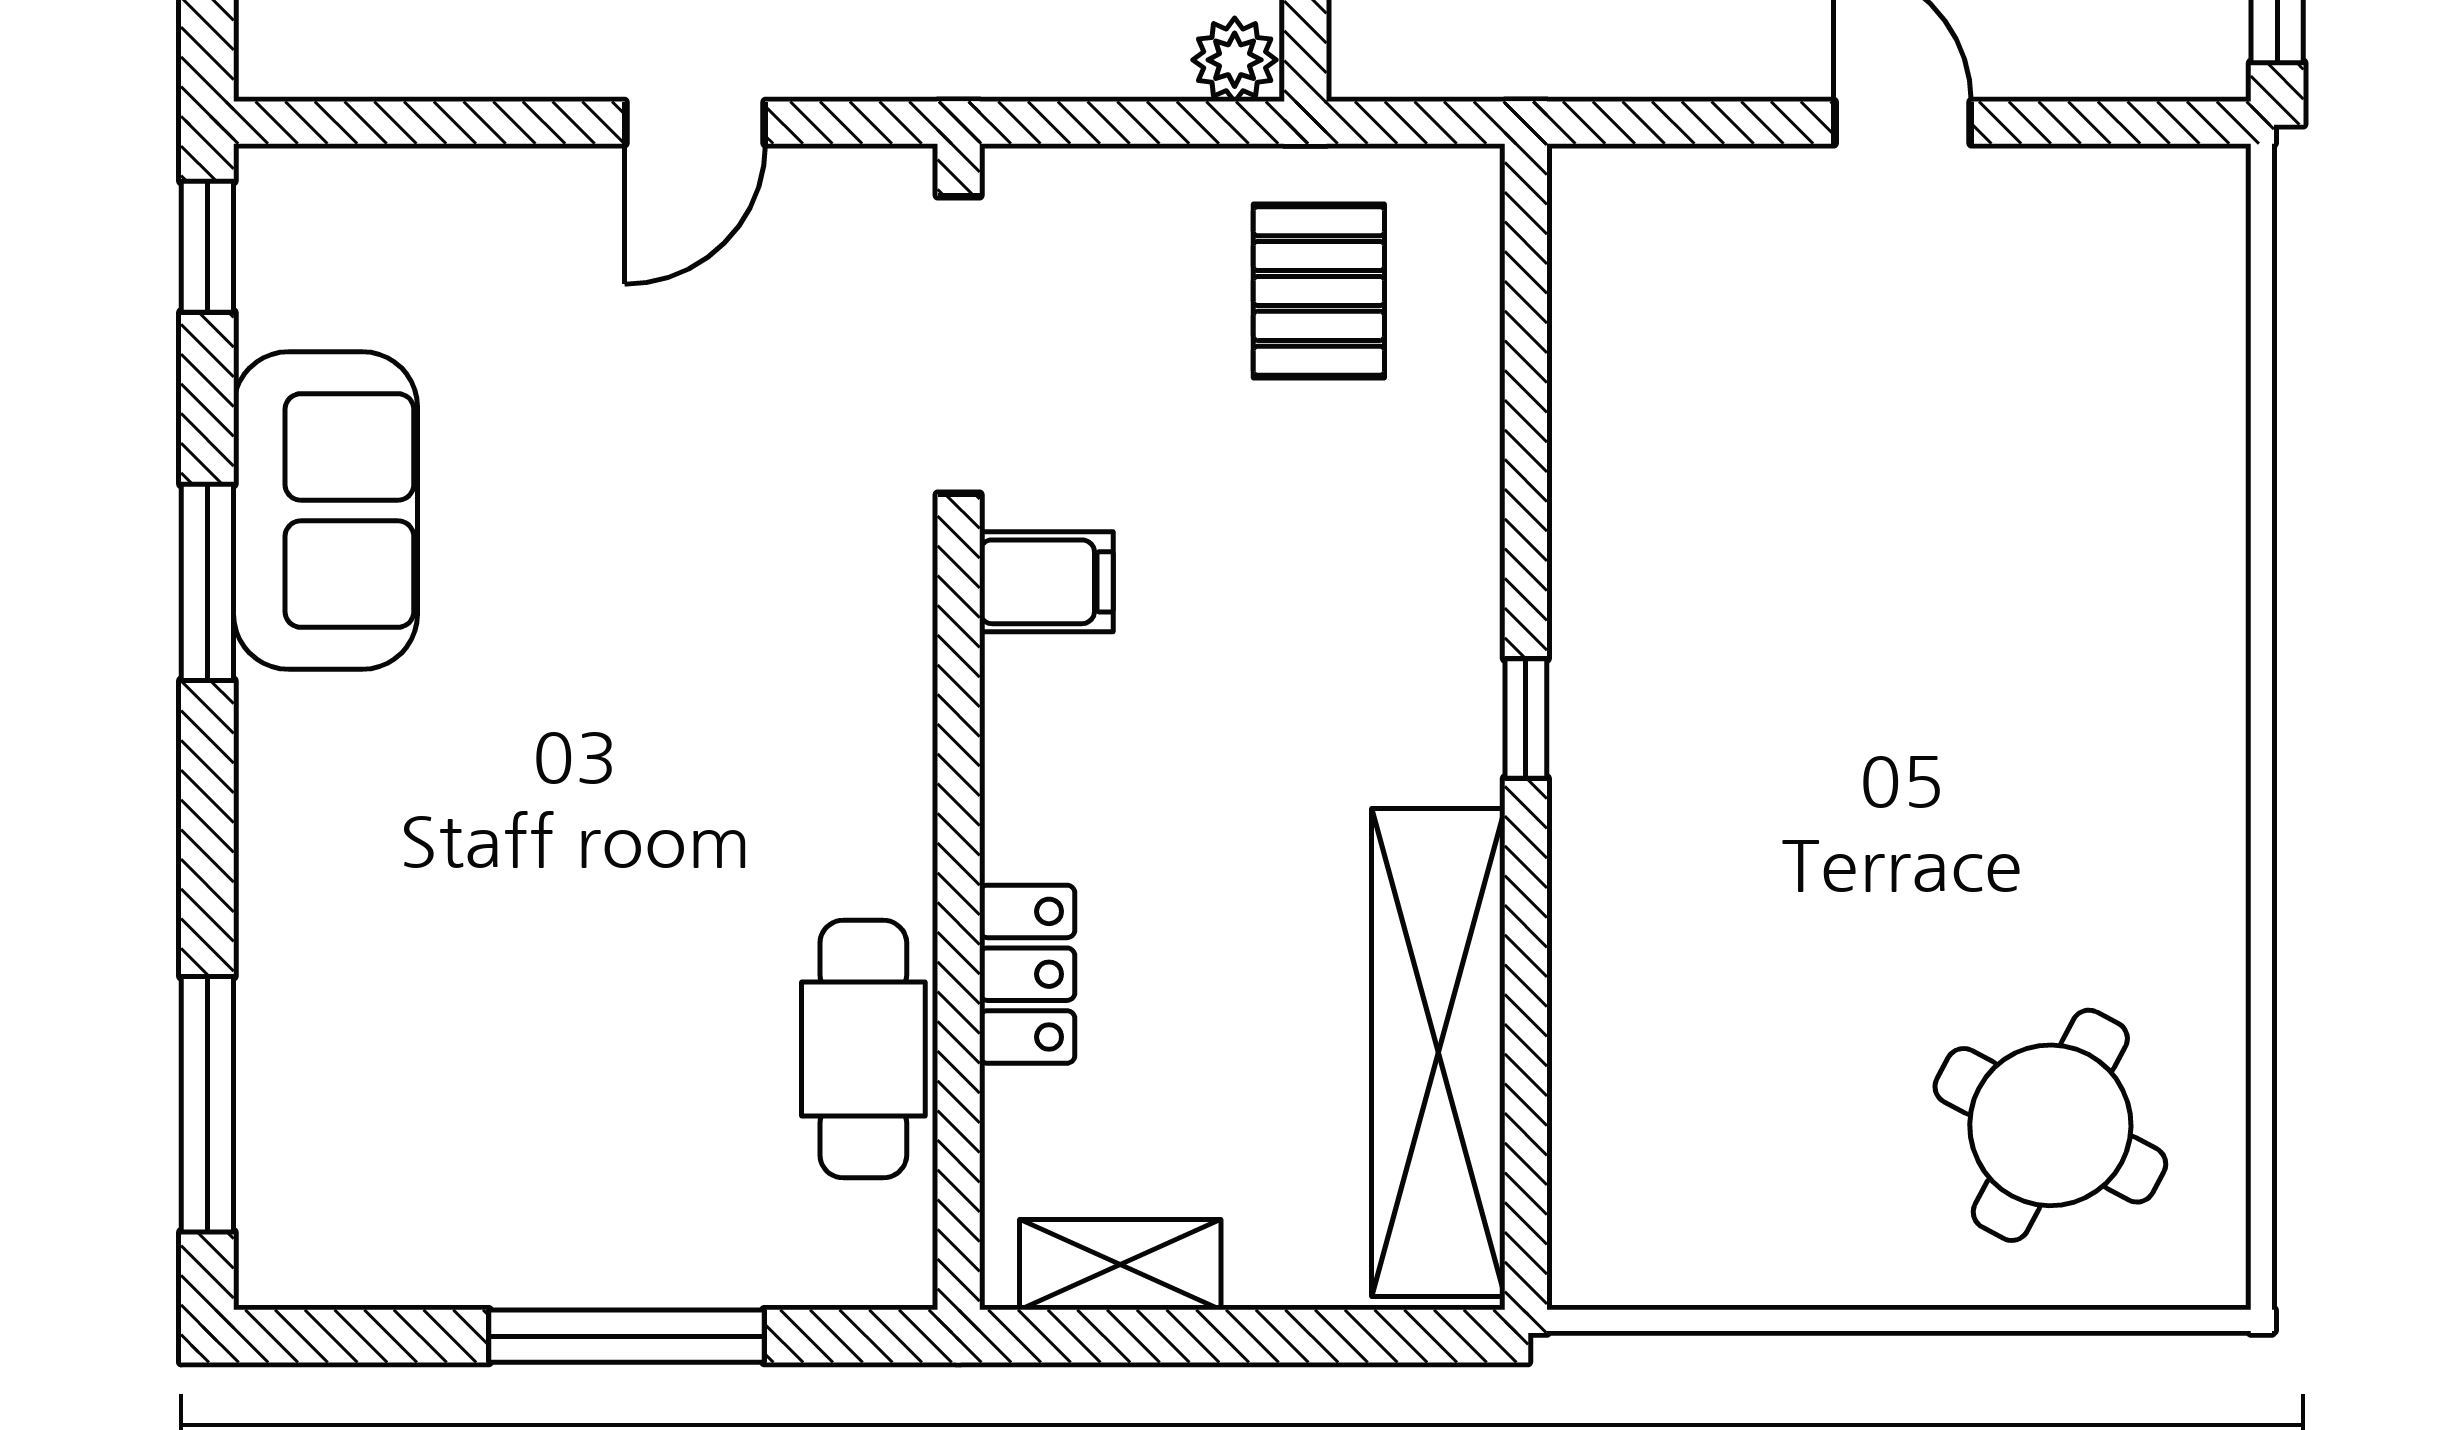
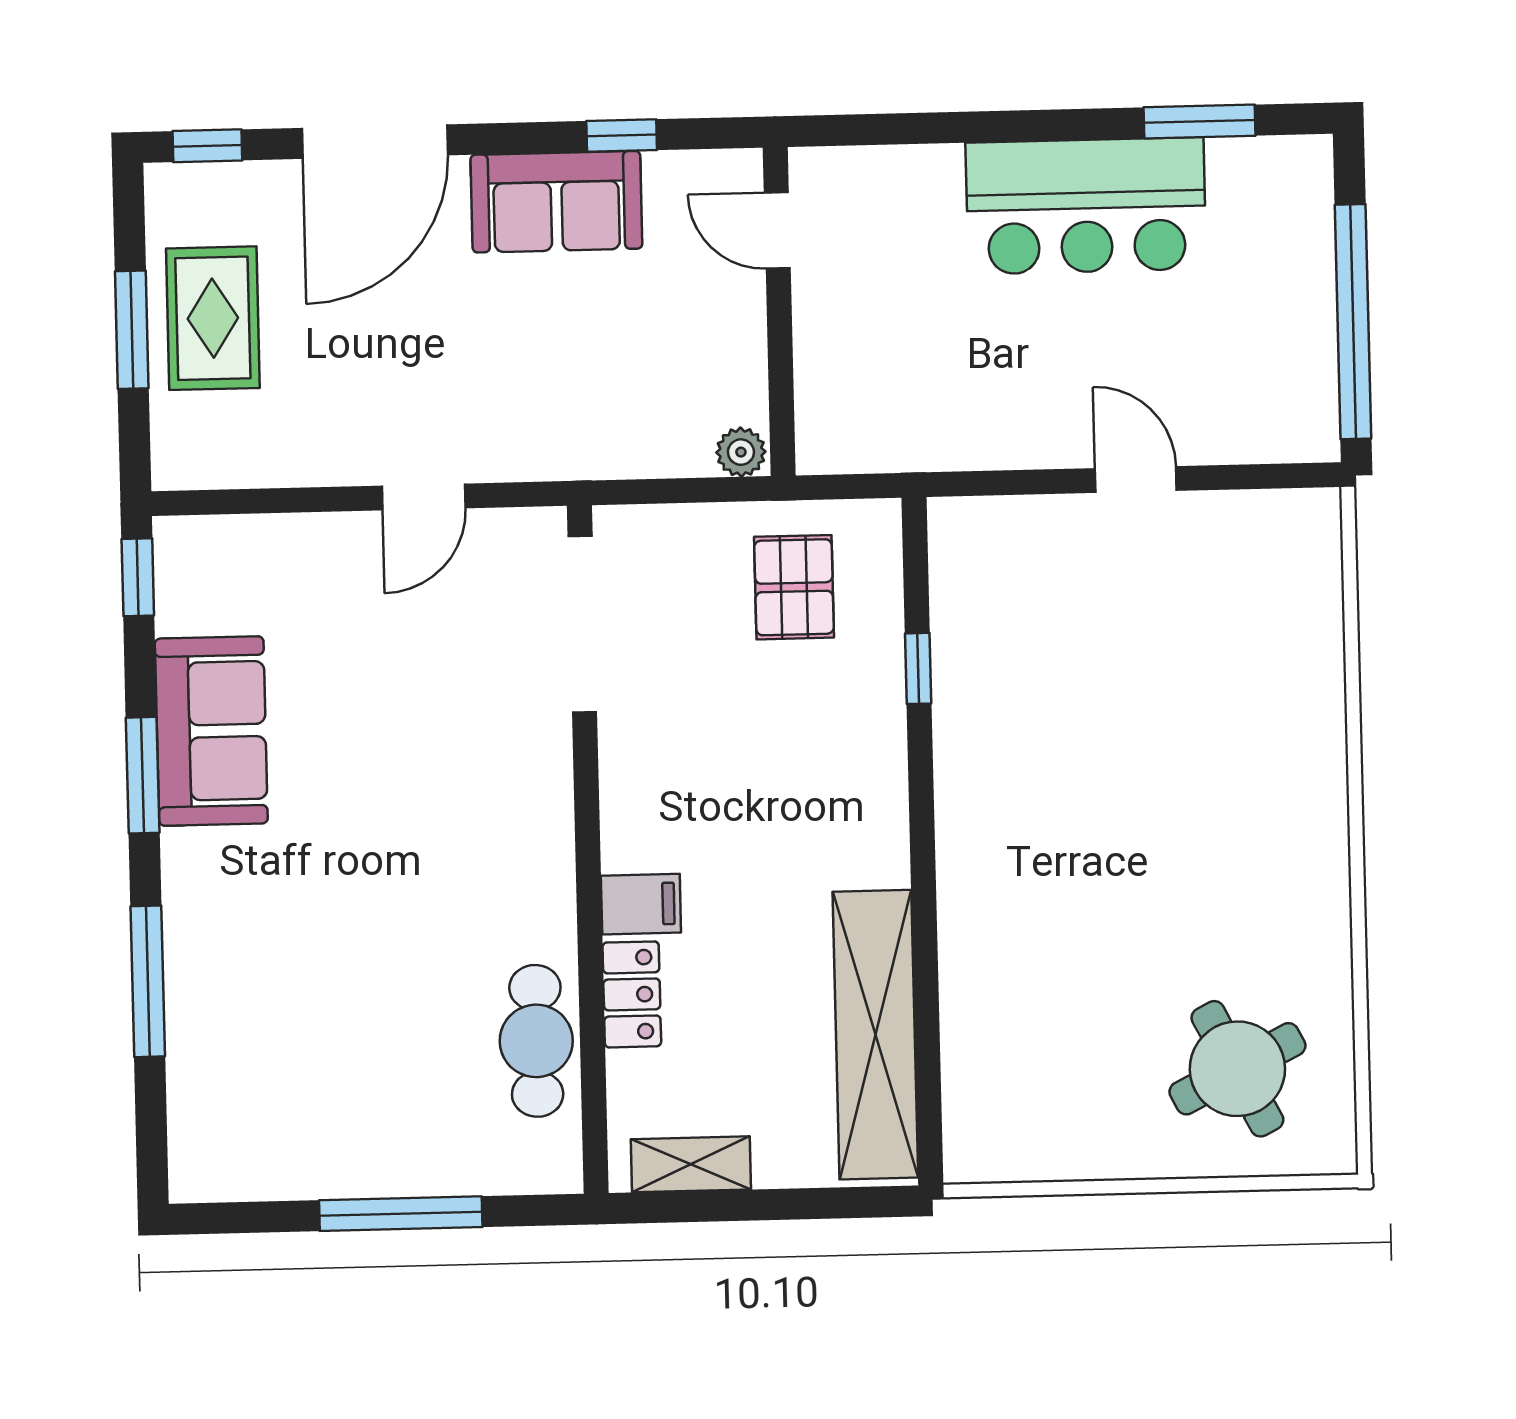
filing cabinet: (1046, 582) -> (641, 904), moved
window: (1526, 718) -> (918, 668), moved
window: (207, 1104) -> (148, 981), moved
round table: (2050, 1125) -> (1237, 1069), turned 35

